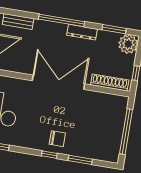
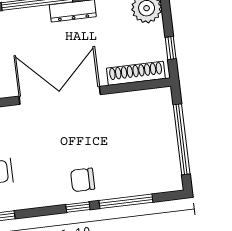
chair: (57, 139) -> (83, 180), turned 180
window: (80, 160) -> (126, 201), width x1.44

